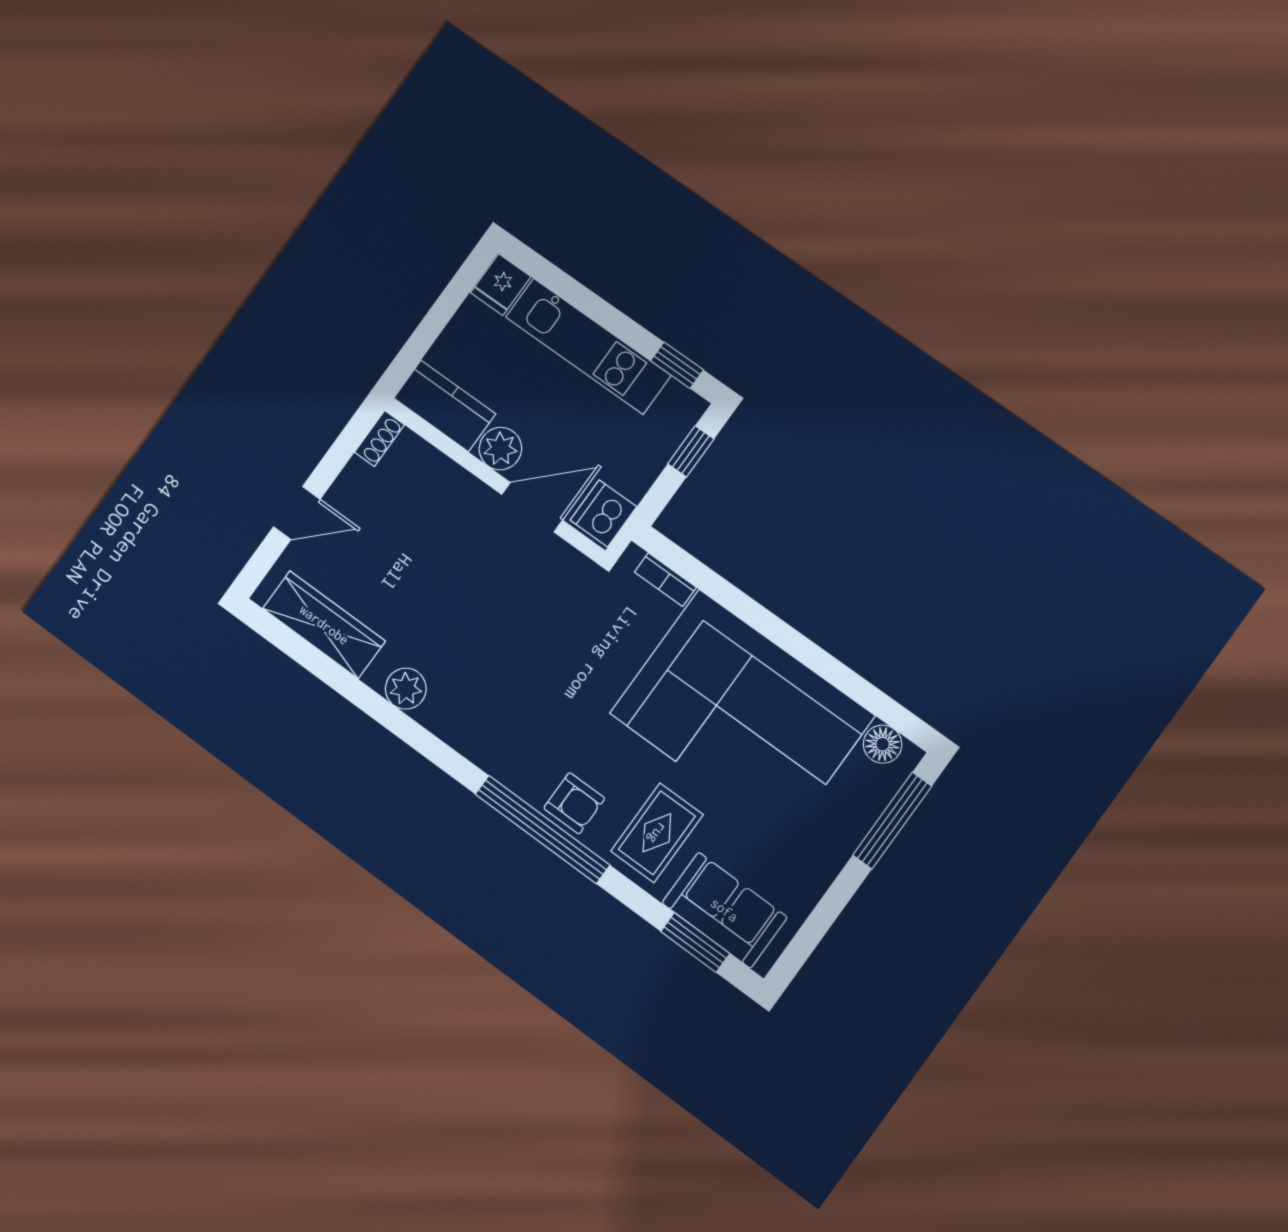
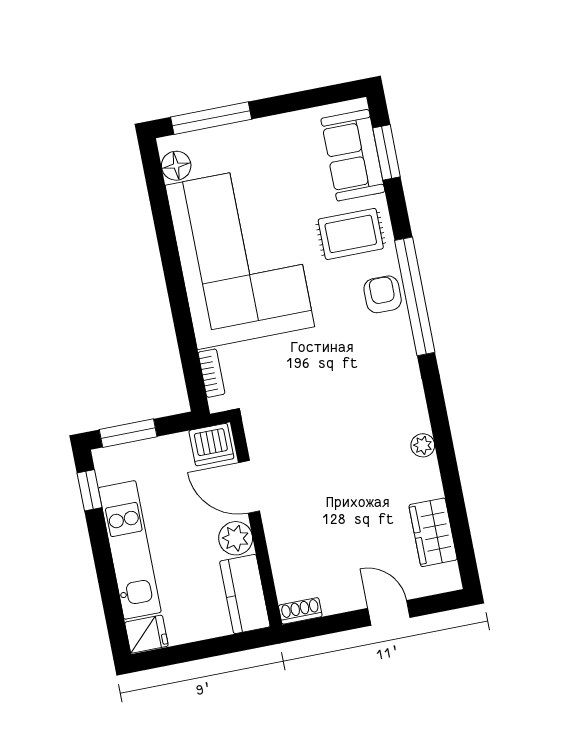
window: (691, 451) -> (128, 433), width x1.50
wardrobe: (324, 625) -> (433, 532), width x0.67
plant: (406, 689) -> (423, 445), width x0.73, depth x0.73

